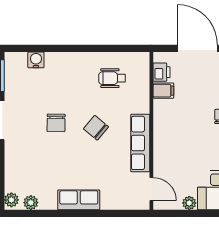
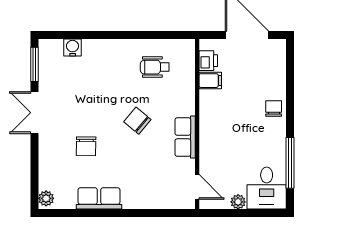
chair: (56, 123) -> (86, 146), moved
row of seats: (140, 143) -> (185, 137), width x0.68
row of seats: (79, 200) -> (99, 198), moved
plant: (31, 203) -> (67, 201), removed

